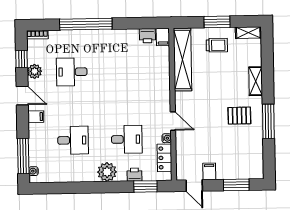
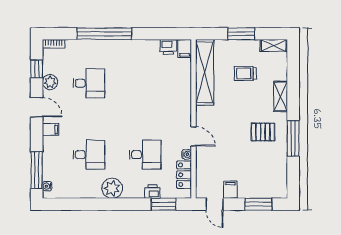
trolley: (217, 45) -> (245, 73), moved, turned 180
desk: (72, 72) -> (89, 83), turned 180
plant: (107, 172) -> (112, 188), moved

